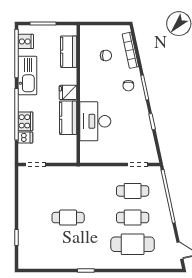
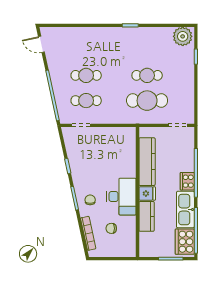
cooker: (26, 41) -> (185, 242), width x1.87, depth x1.31
kitchen counter: (69, 52) -> (147, 216), moved
kitchen counter: (68, 118) -> (147, 162), width x1.50
cooker: (25, 121) -> (187, 181), moved
desk: (95, 121) -> (121, 197), moved
dishwasher: (25, 138) -> (187, 151), removed
cafe table: (133, 244) -> (147, 101), moved
plant: (30, 259) -> (183, 36), added

